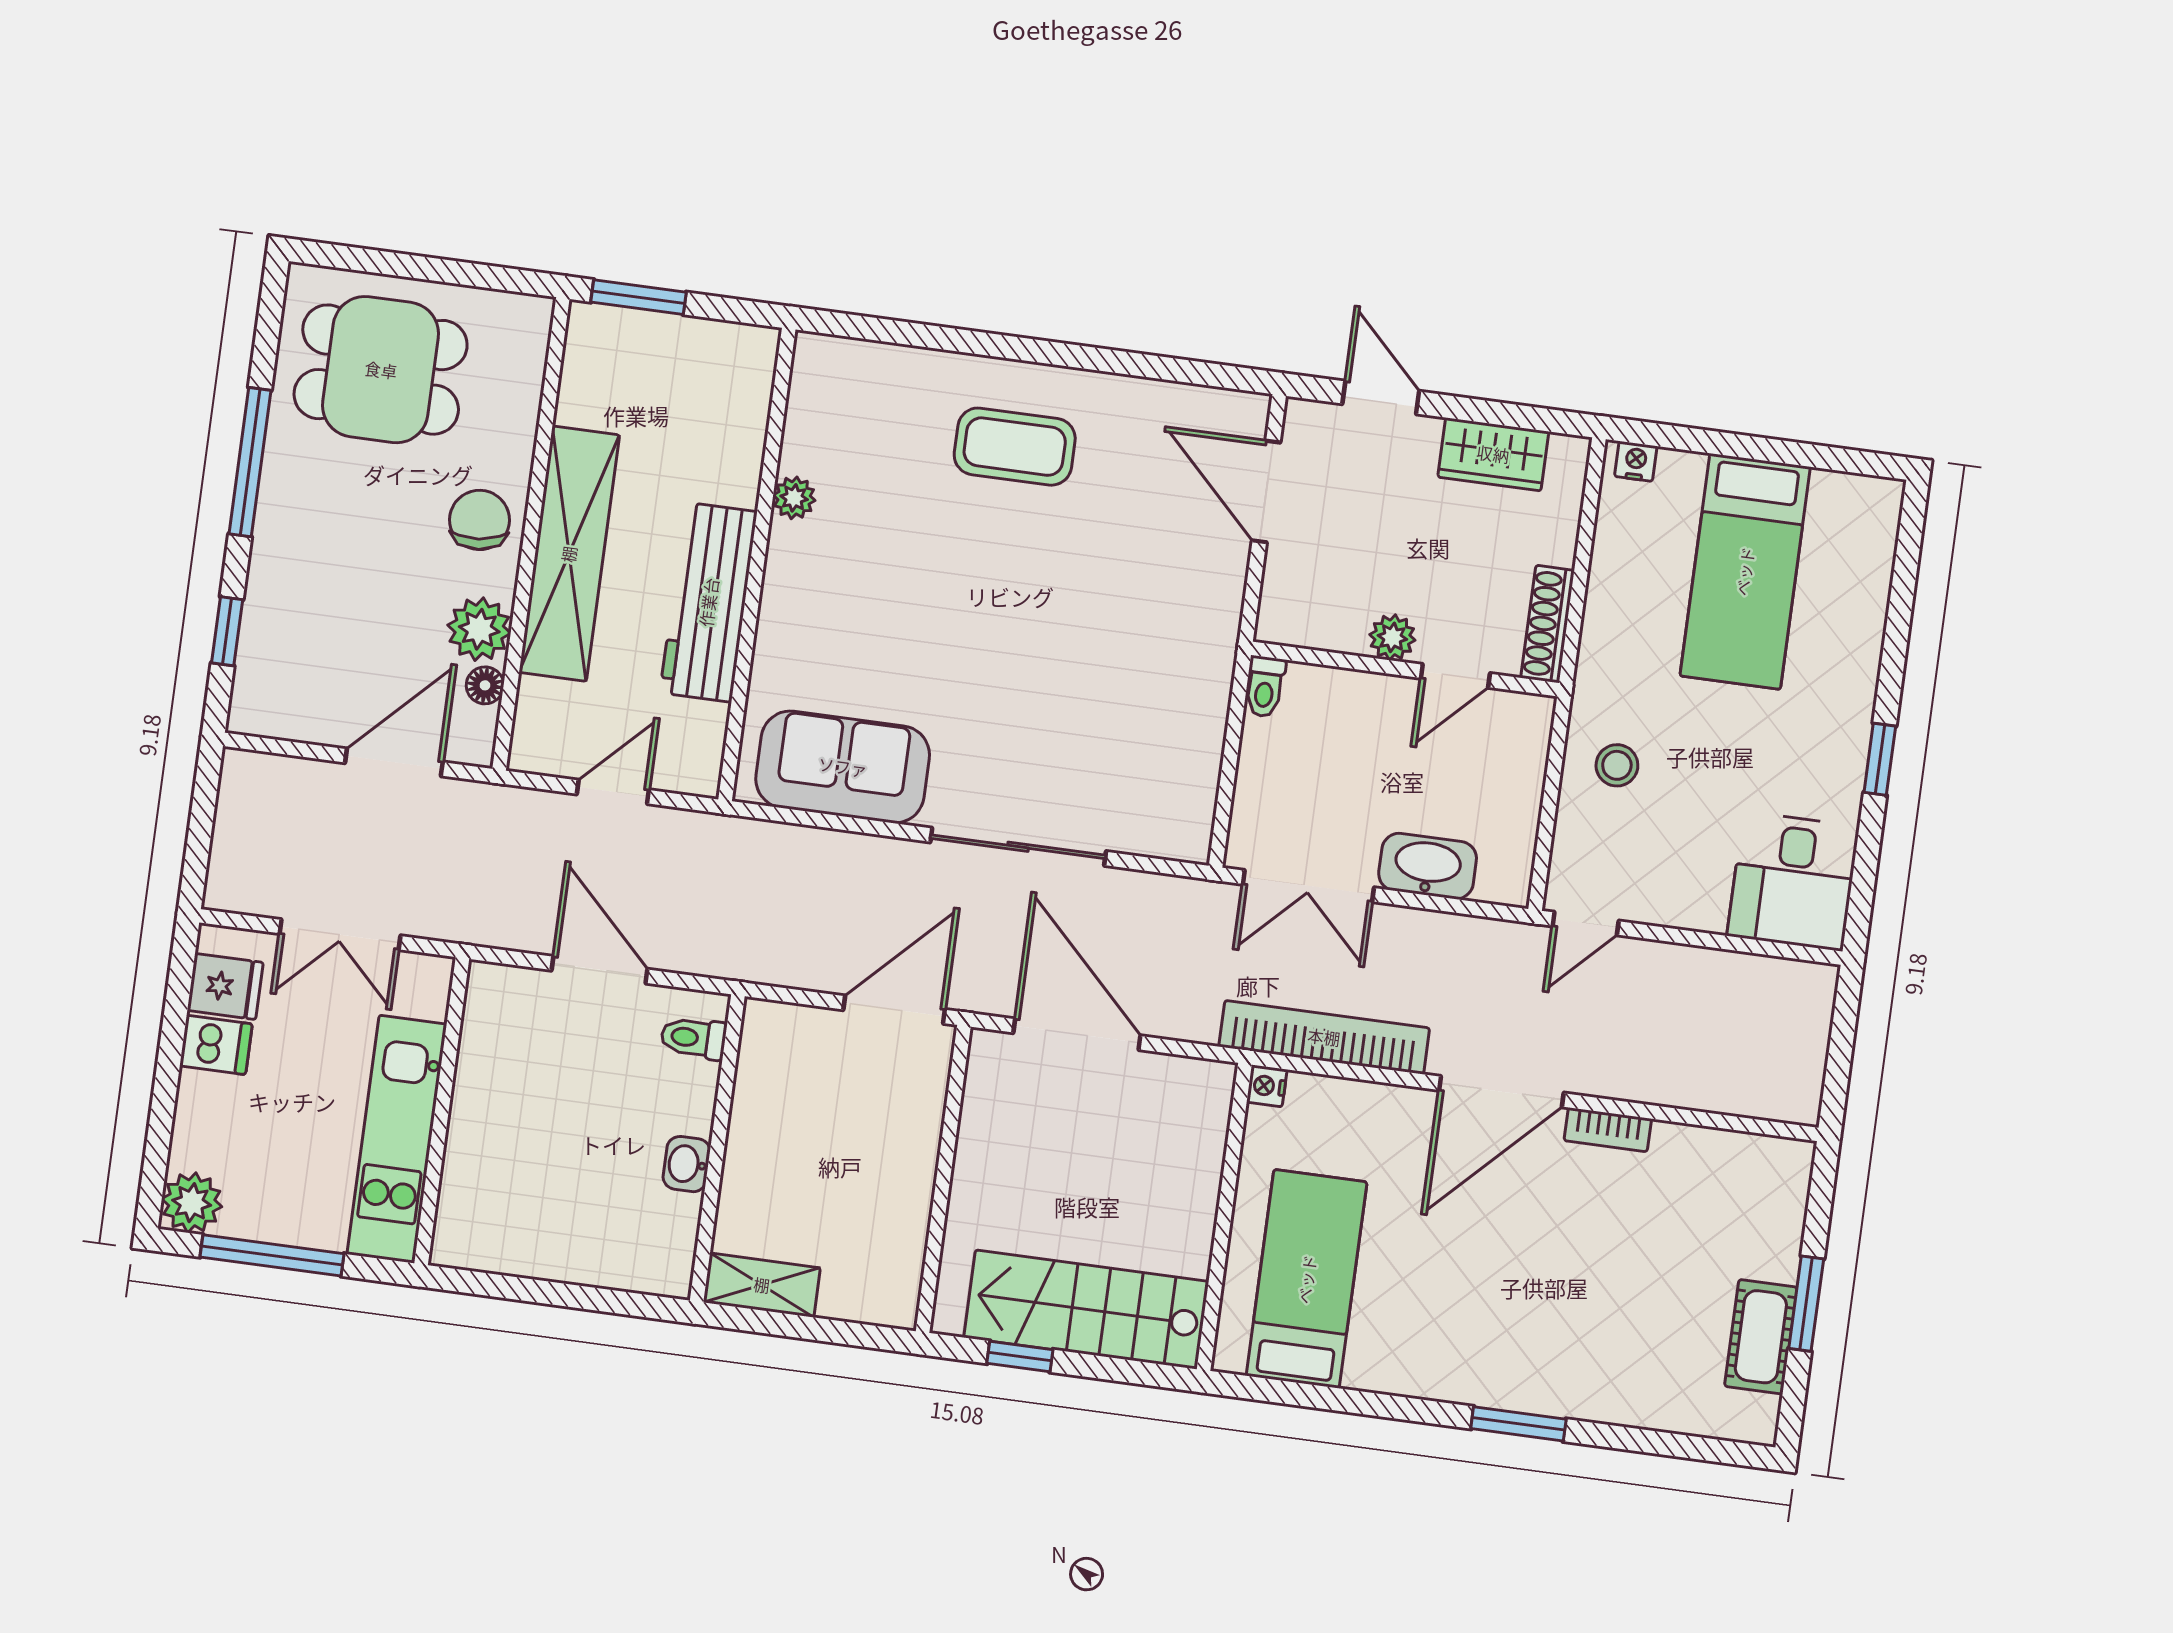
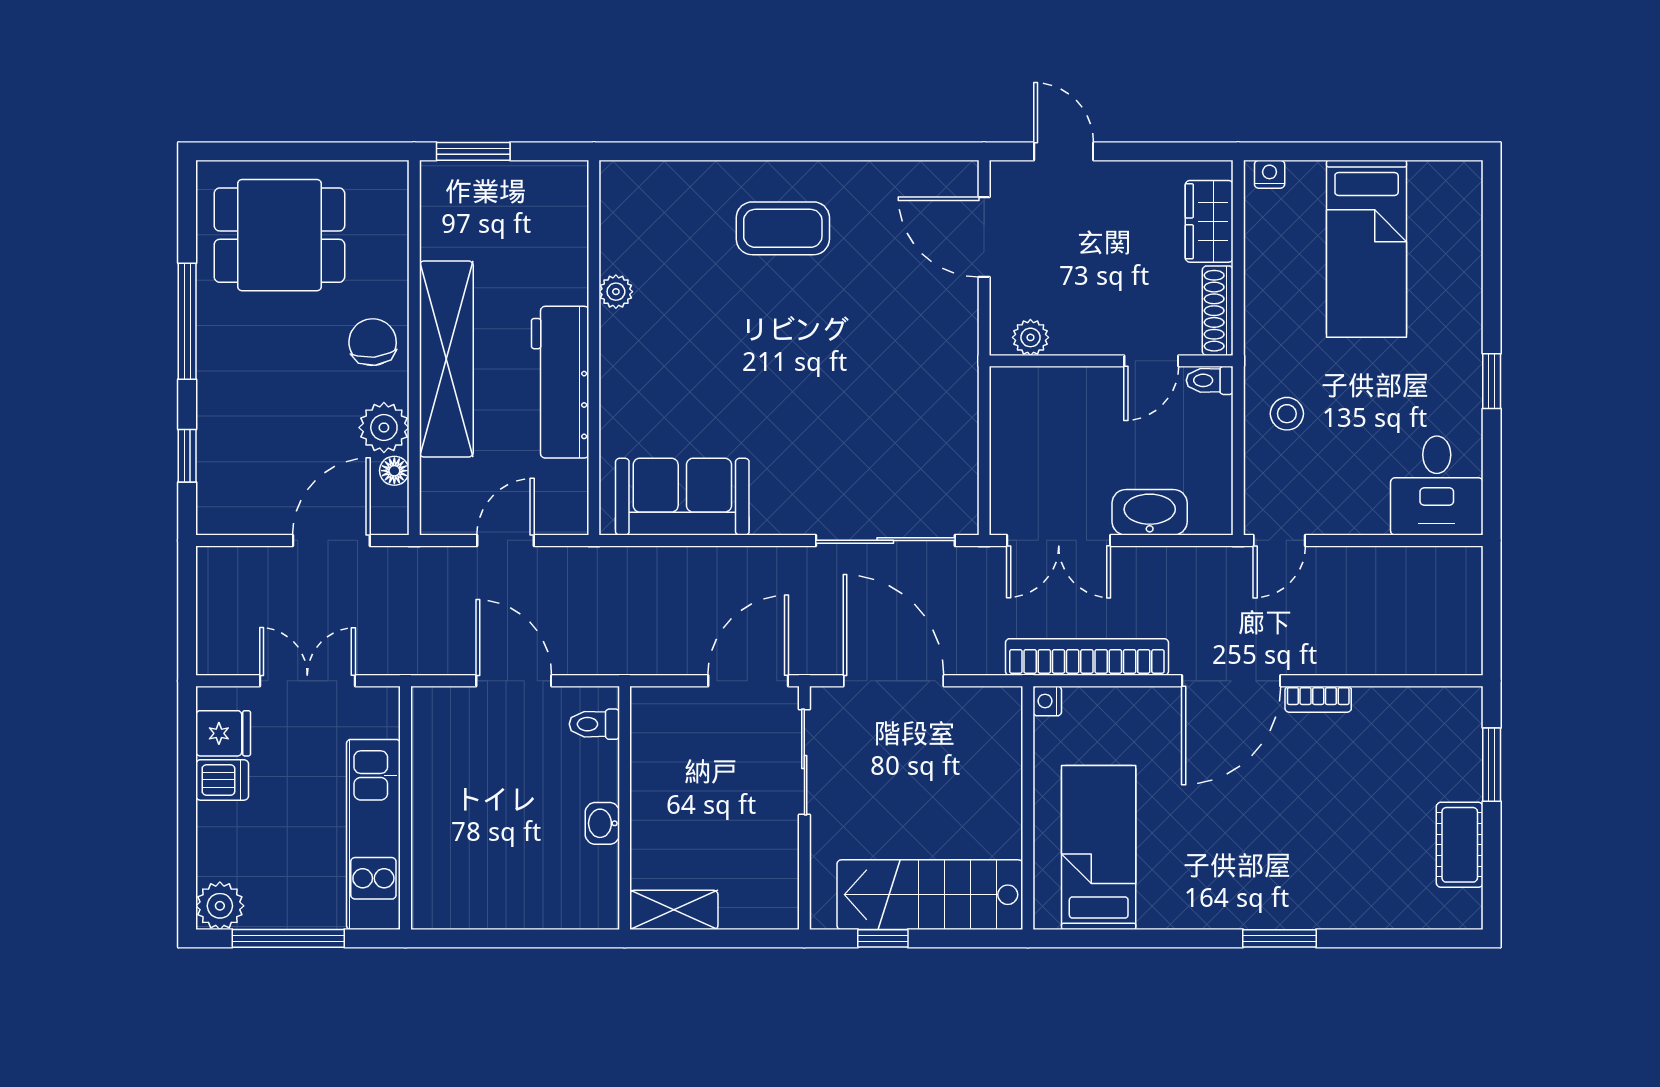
wardrobe: (1493, 454) -> (1209, 221), moved, turned 90
plant: (1392, 637) -> (1030, 337), moved
toilet: (1265, 687) -> (1210, 380), moved, turned 90
sliding door: (1018, 847) -> (885, 540), moved
double door: (340, 935) -> (307, 681), swing flipped
sliding door: (951, 1121) -> (804, 762), added
window: (1806, 1304) -> (1492, 765), moved

